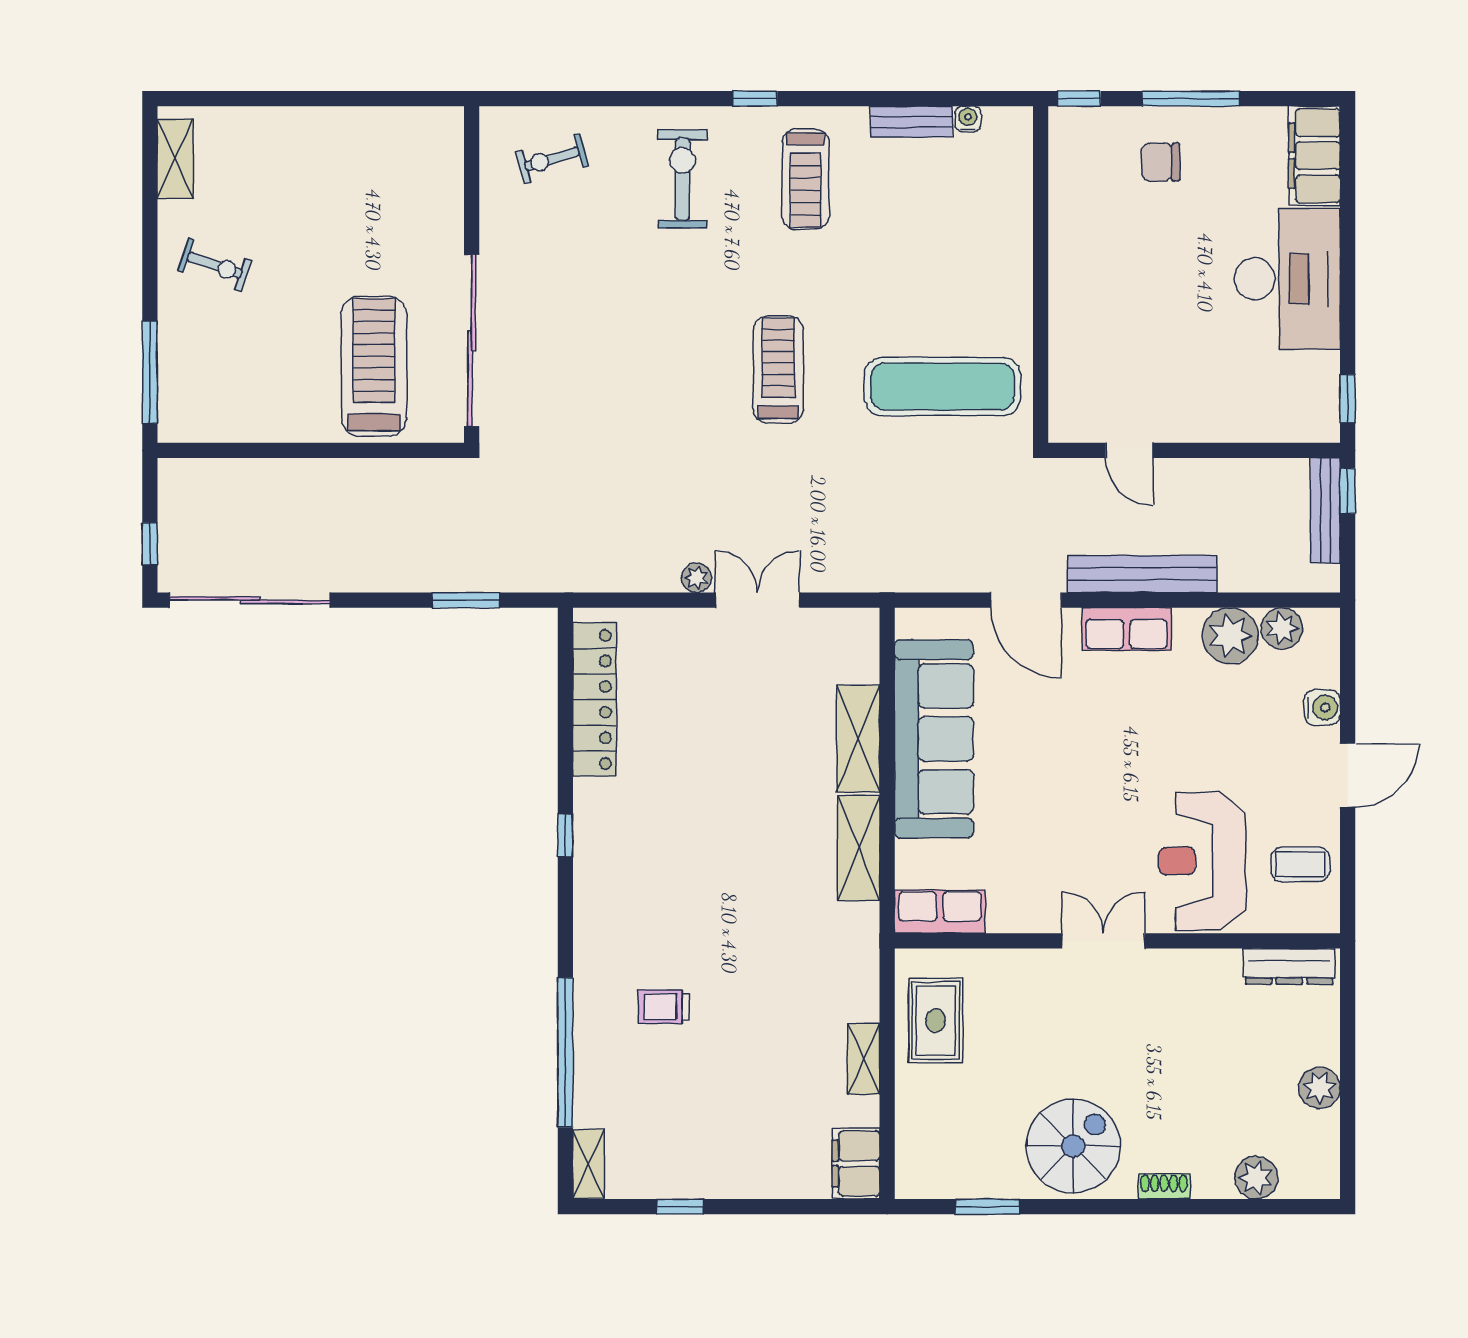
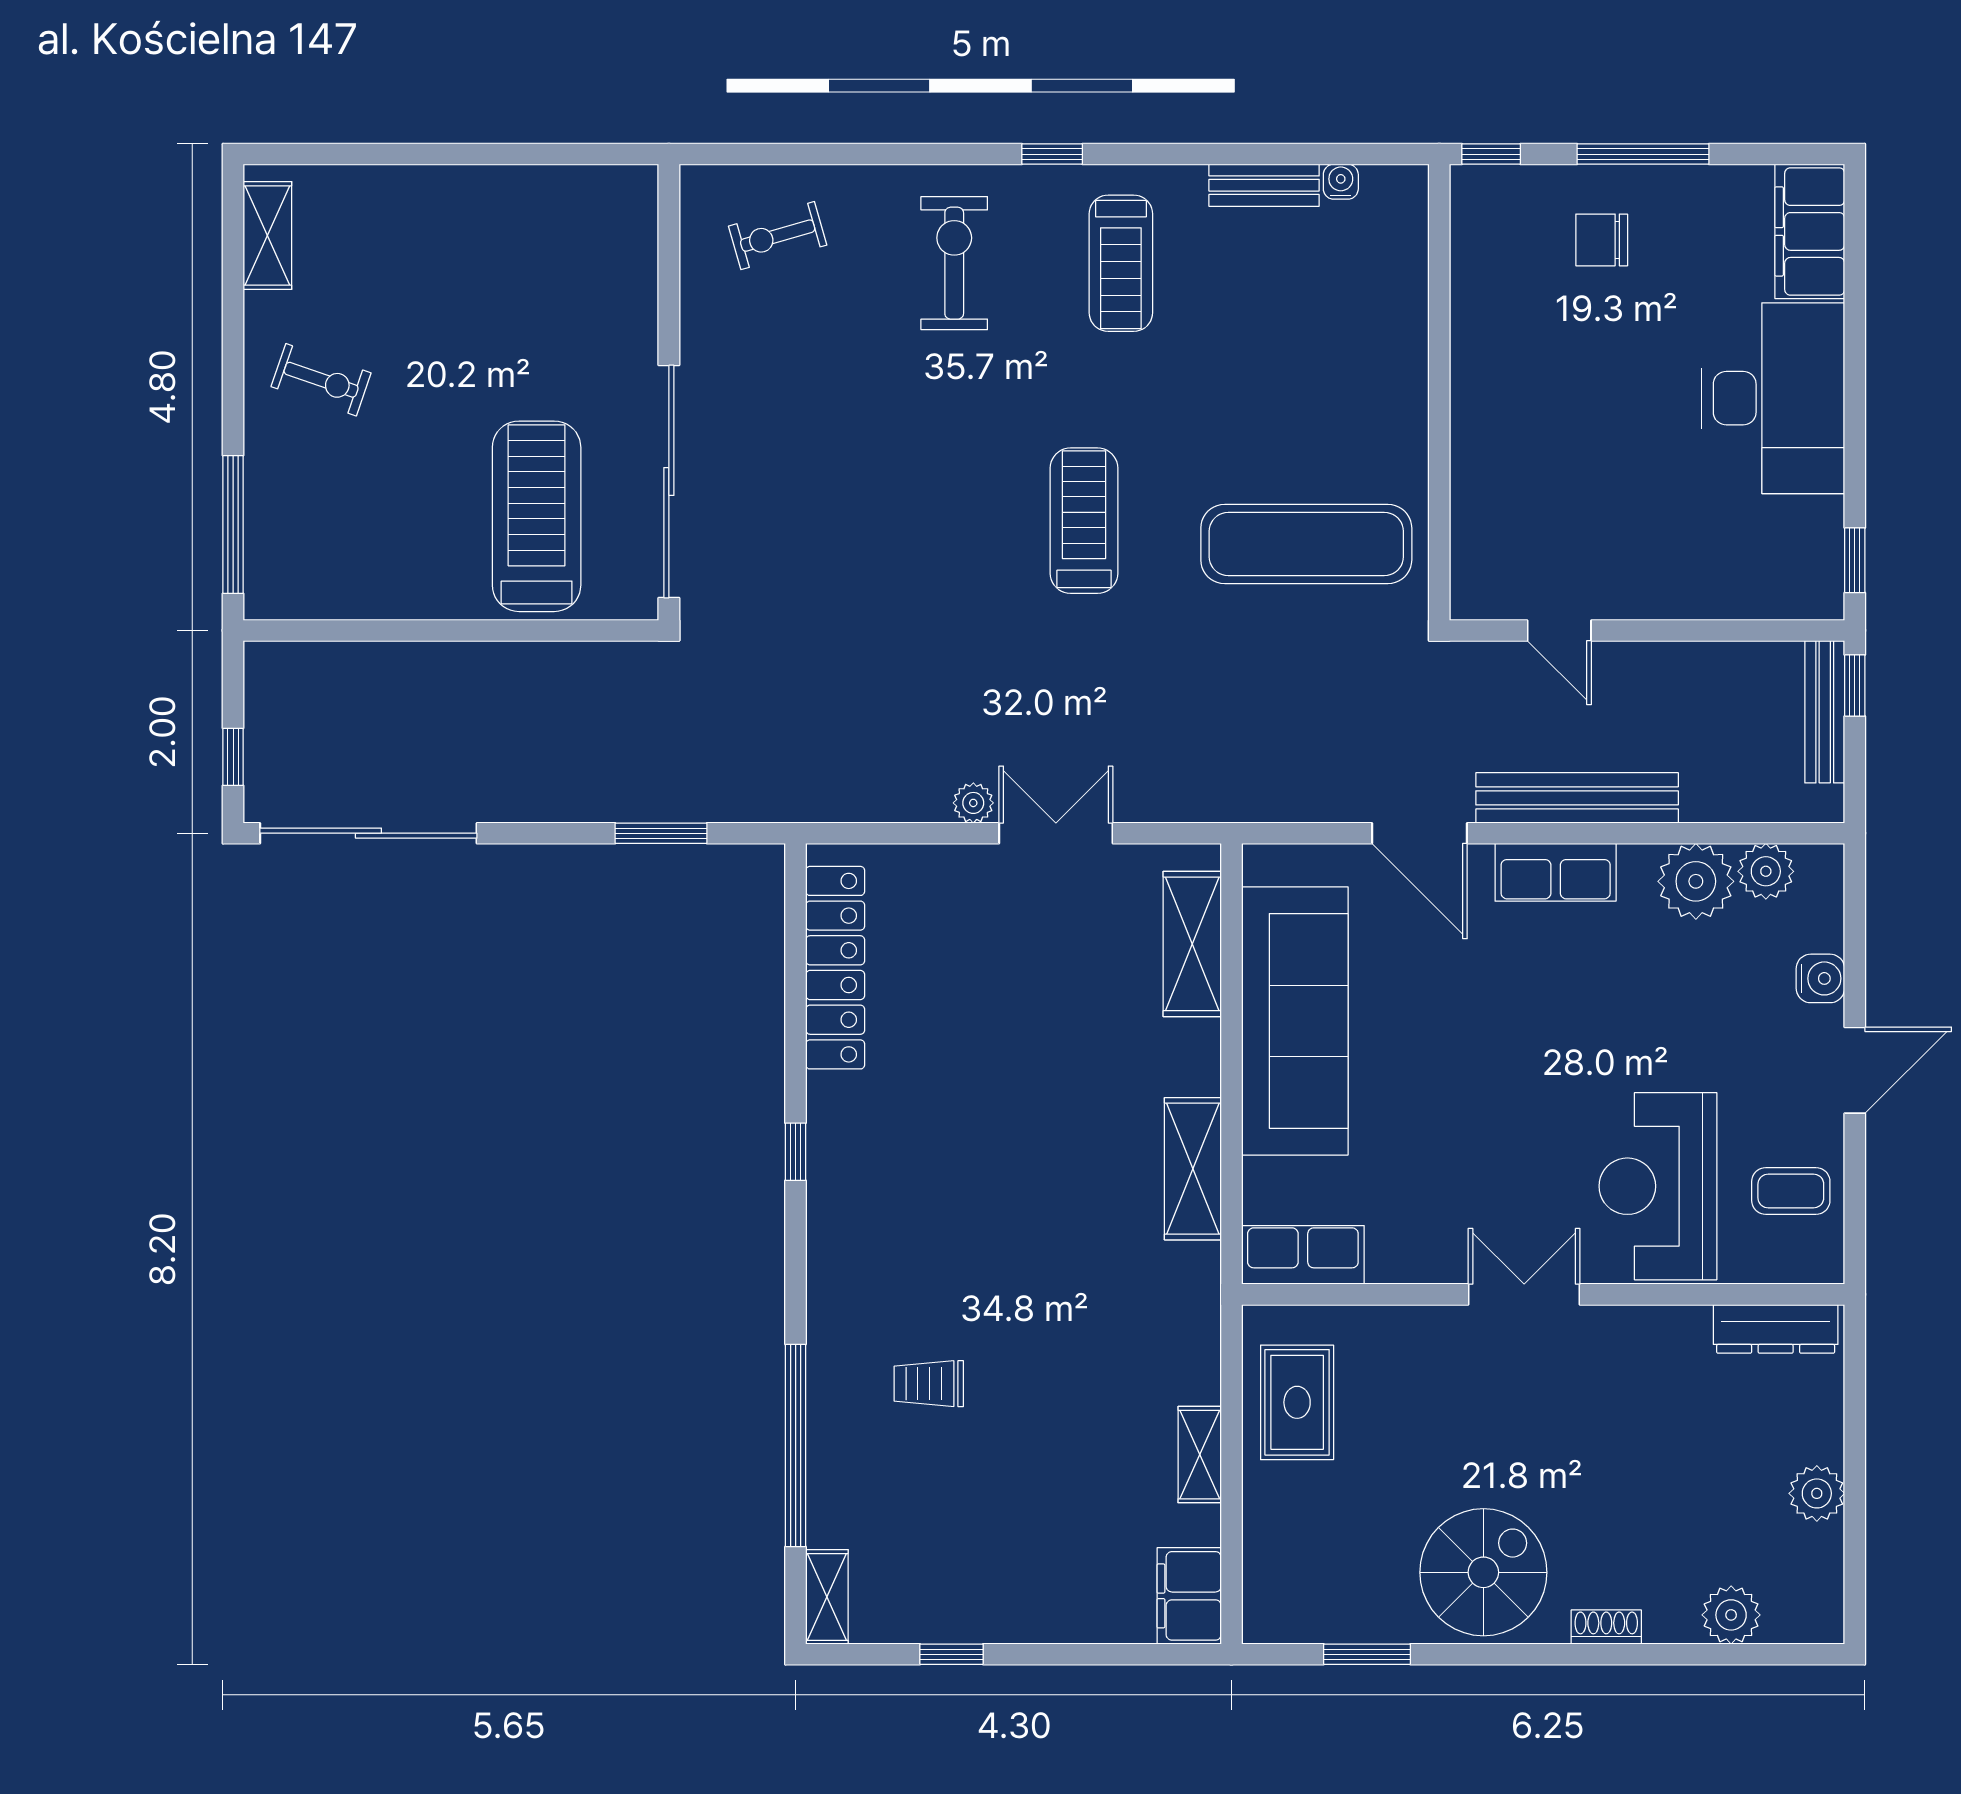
shelving: (858, 739) -> (1192, 944), moved

